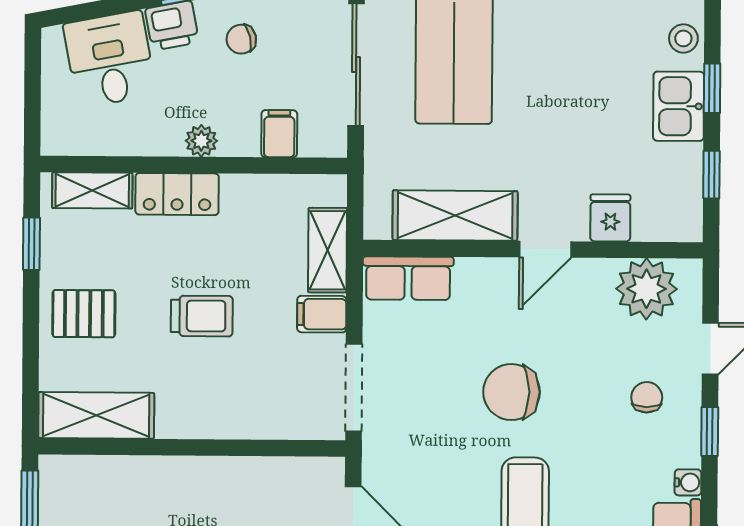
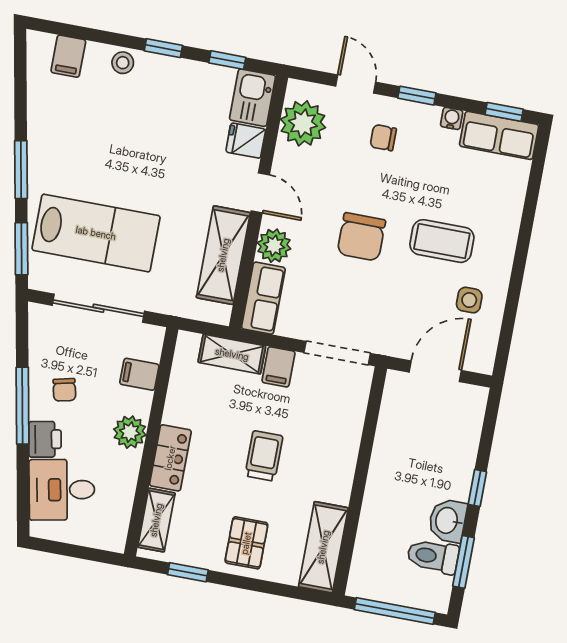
kitchen sink: (679, 106) -> (253, 98), moved, turned 90
plant: (201, 141) -> (130, 432), width x1.38, depth x1.38
plant: (479, 280) -> (274, 246), added

